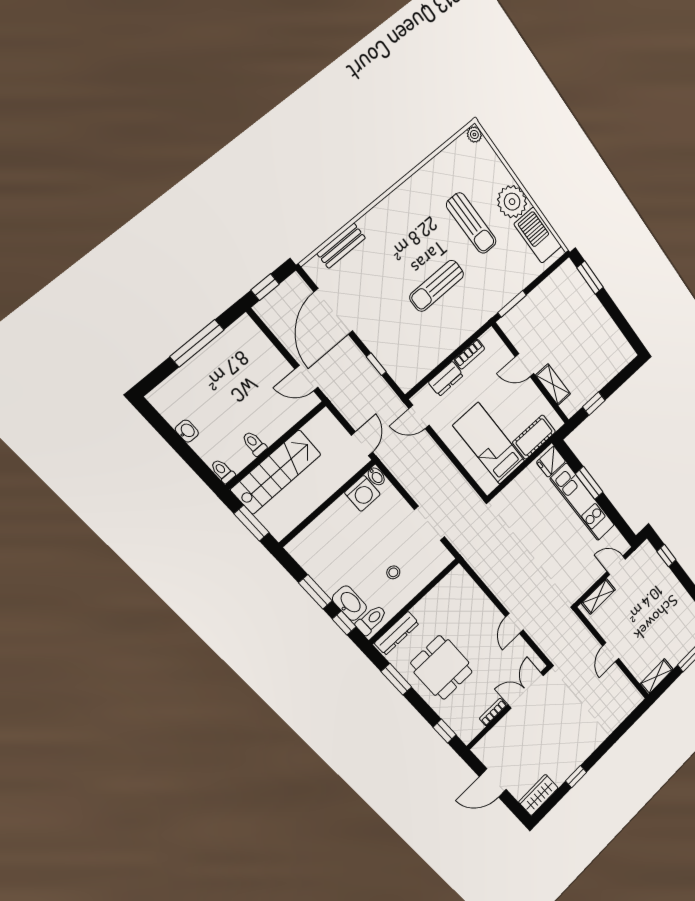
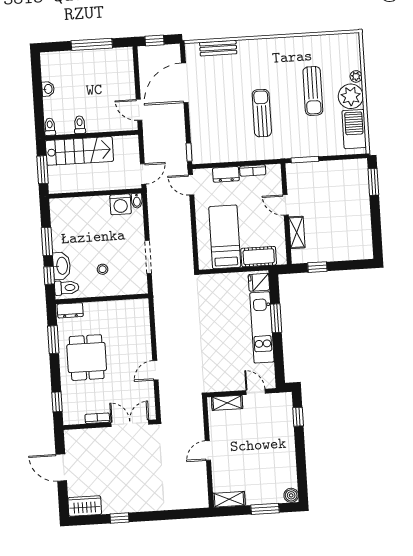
plant: (474, 135) -> (356, 76), moved
sun lounger: (437, 286) -> (262, 113), turned 90
window: (376, 364) -> (189, 152), moved
dresser: (397, 633) -> (70, 310), width x0.70

